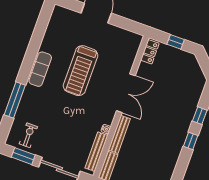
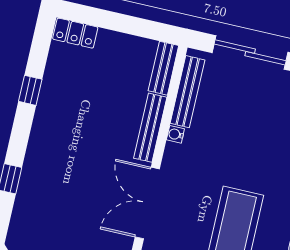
window: (191, 141) -> (30, 90), moved

